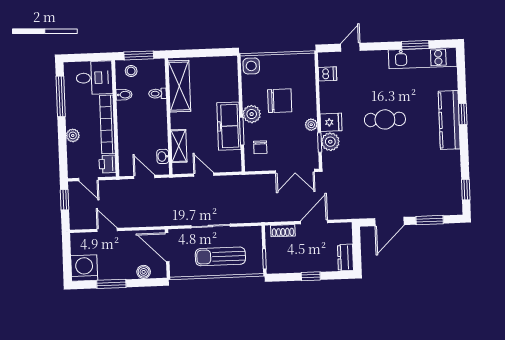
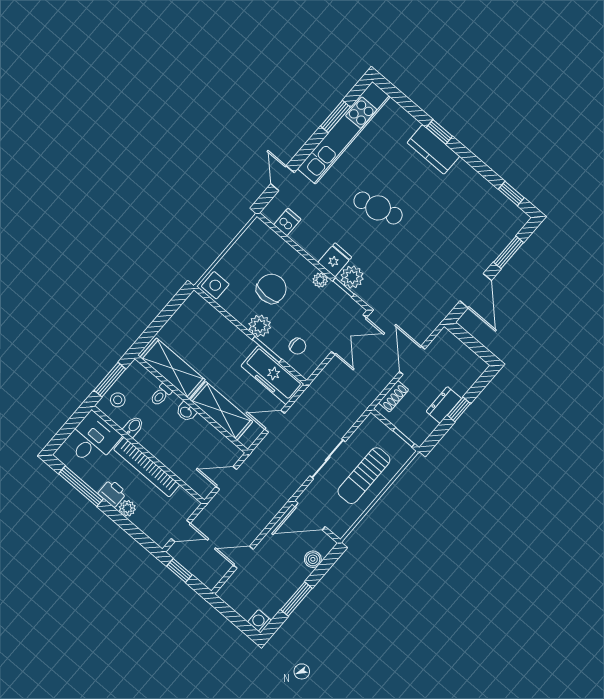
kitchen unit: (423, 58) -> (344, 133), width x1.36
cafe table: (385, 119) -> (378, 208), turned 75
kitchen counter: (449, 120) -> (433, 149), width x0.67
freezer: (229, 126) -> (272, 375), moved
shelving: (179, 146) -> (221, 411), width x1.50, depth x1.33
washbasin: (163, 156) -> (186, 412), moved
printer: (107, 164) -> (112, 493), moved, turned 180
dresser: (346, 258) -> (444, 405), moved, turned 90
washing machine: (84, 268) -> (259, 621), width x0.53, depth x0.53

